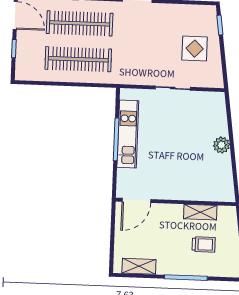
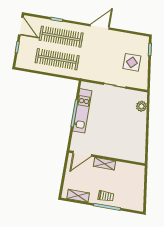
plant: (221, 145) -> (141, 106), moved
shelving: (200, 212) -> (104, 164), moved
trolley: (204, 244) -> (106, 196), moved

